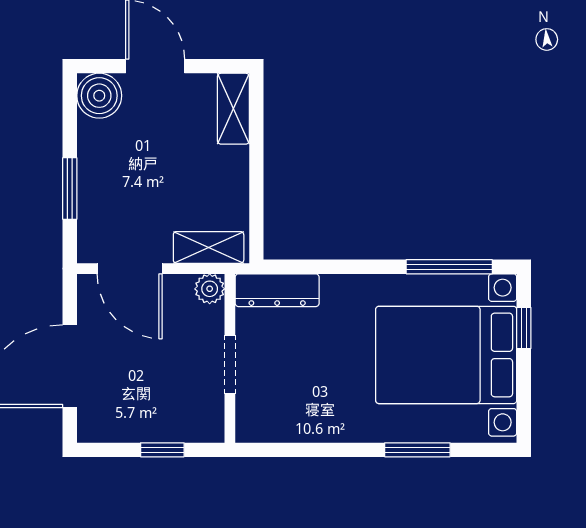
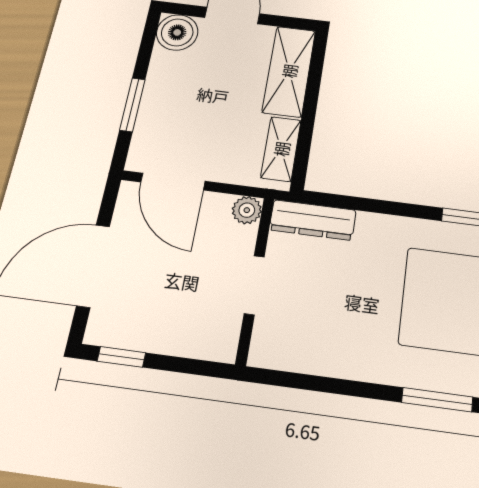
shelving: (233, 109) -> (289, 71), width x1.50, depth x1.33
shelving: (209, 247) -> (281, 149), moved, turned 90
window: (162, 450) -> (121, 357), moved

